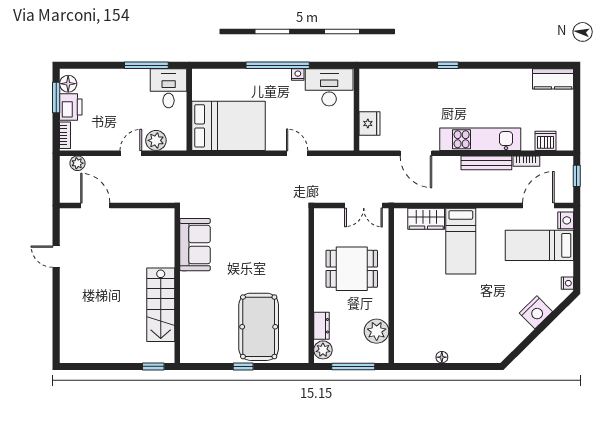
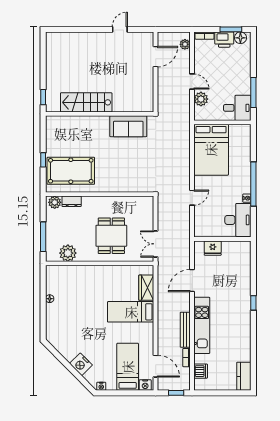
wall: (311, 286) -> (100, 194), moved
dresser: (322, 326) -> (72, 201), moved
plant: (323, 350) -> (55, 202), moved

